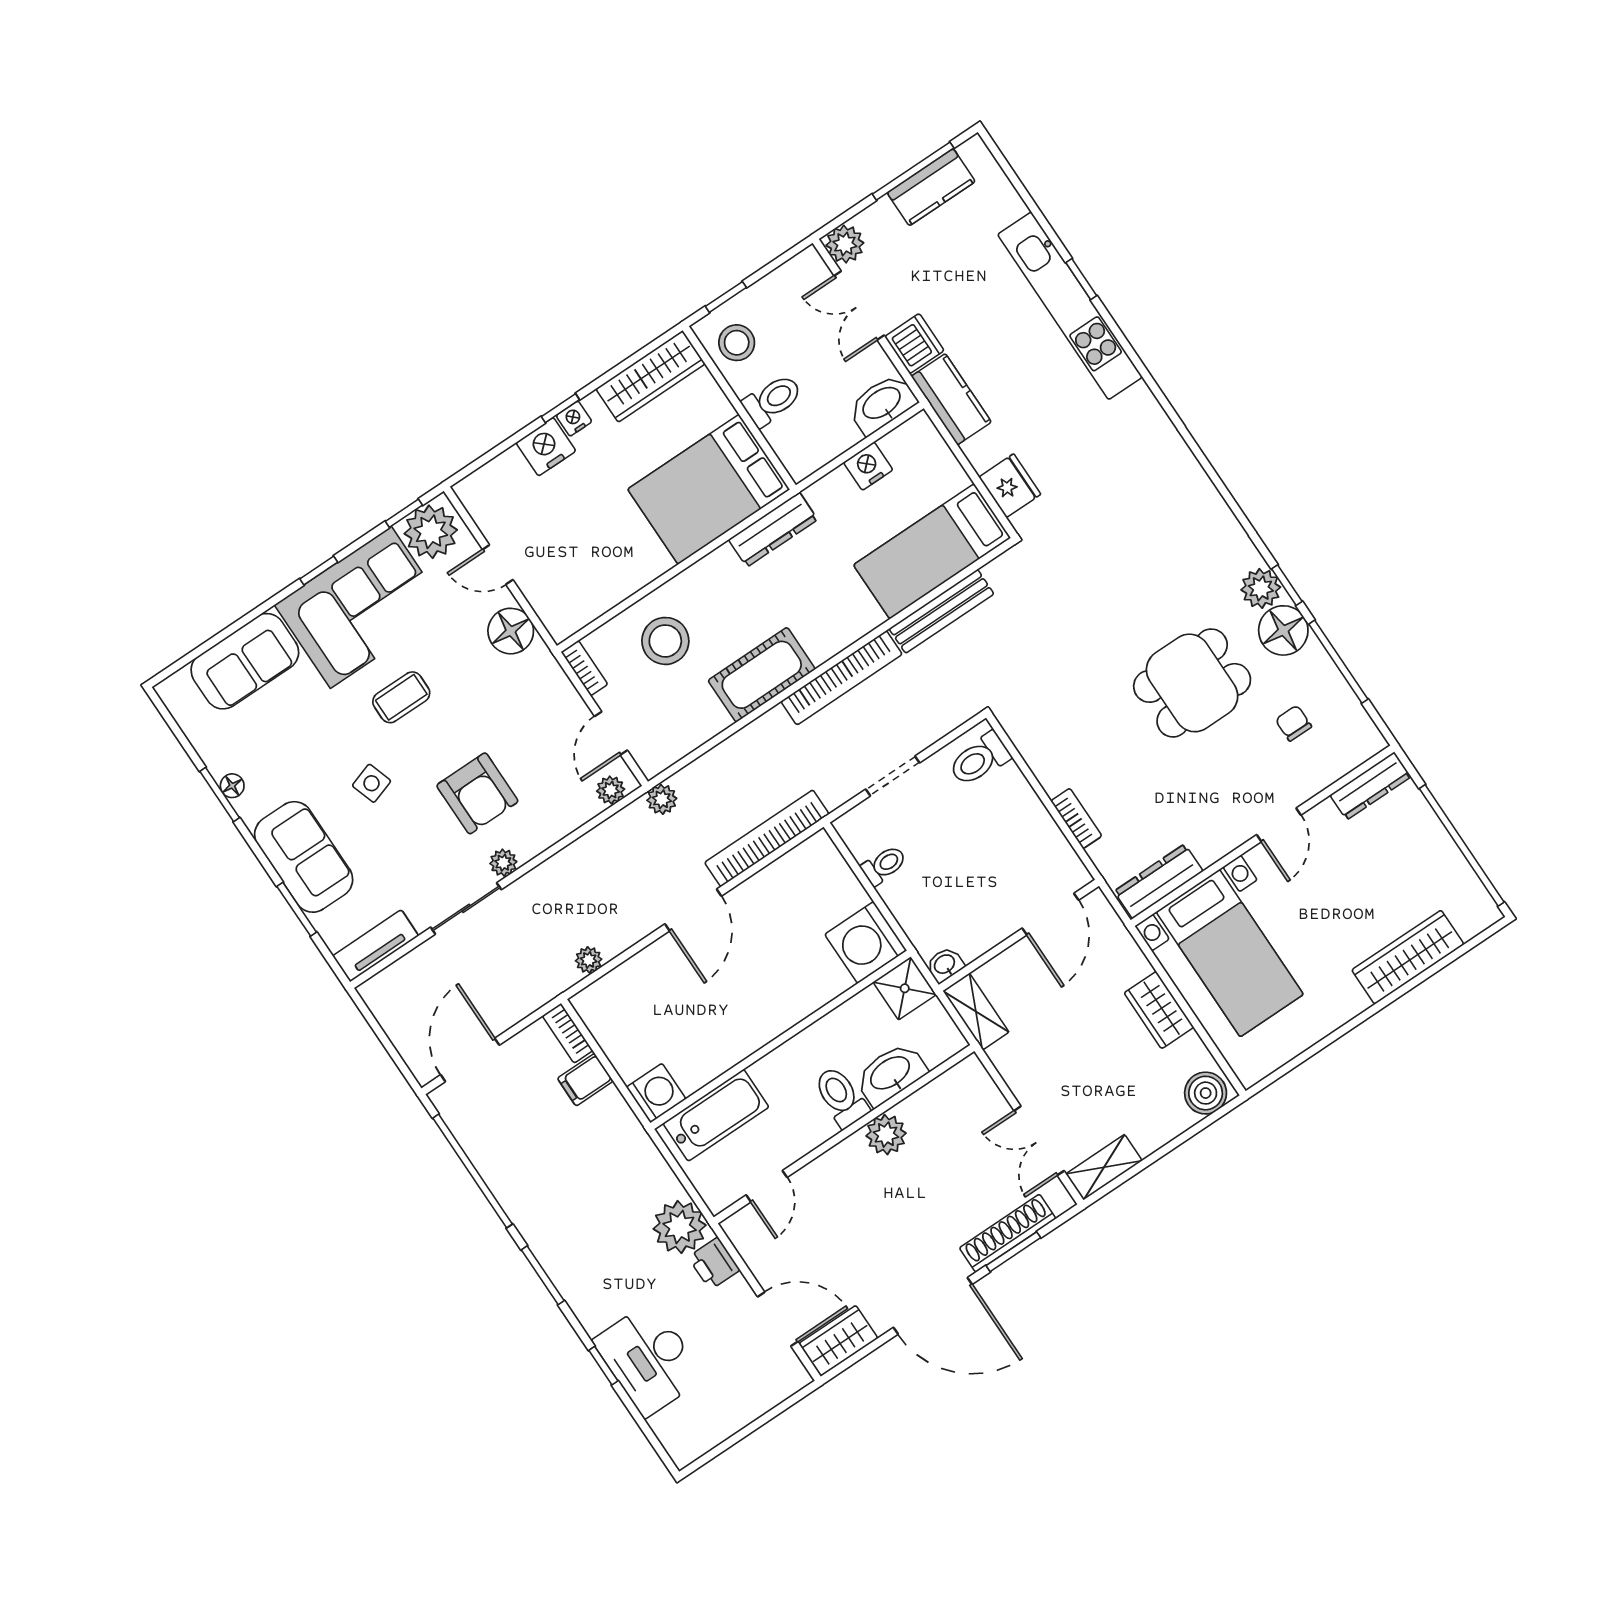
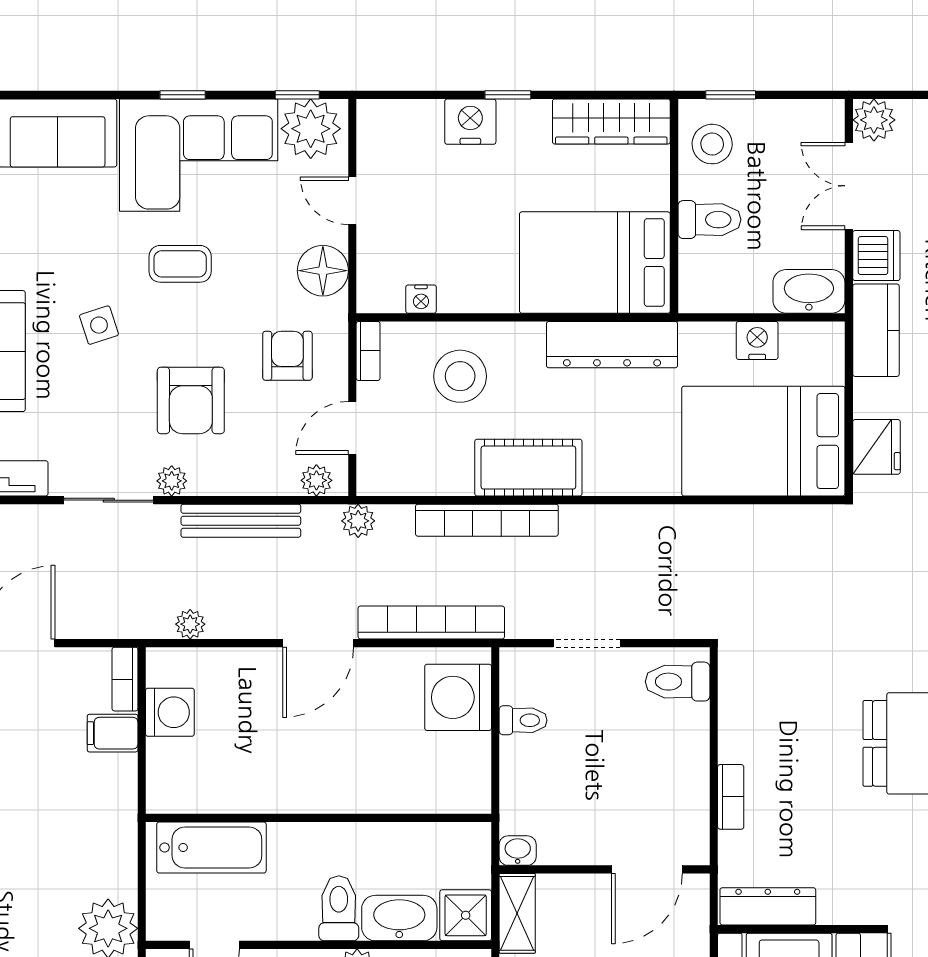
nightstand: (574, 419) -> (421, 299), moved, turned 180
dresser: (773, 530) -> (612, 345), width x1.37, depth x1.24
bed: (932, 551) -> (763, 441), width x1.50
bench: (941, 611) -> (241, 521), moved
bookcase: (842, 678) -> (487, 520), moved
armchair: (527, 712) -> (287, 356), added
washing machine: (866, 942) -> (458, 697), moved
shower: (905, 988) -> (466, 915), moved
washing machine: (656, 1093) -> (170, 712), moved

